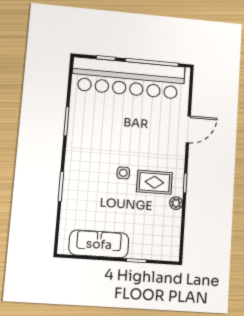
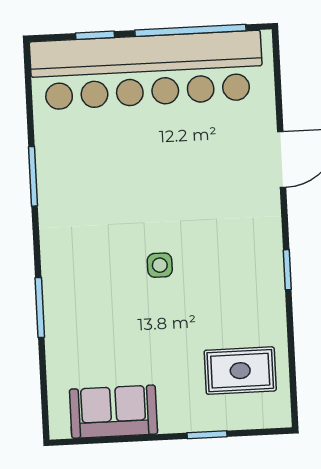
rug: (154, 182) -> (240, 371), moved
plant: (176, 203) -> (273, 312), removed
sofa: (99, 244) -> (113, 412), width x0.73

